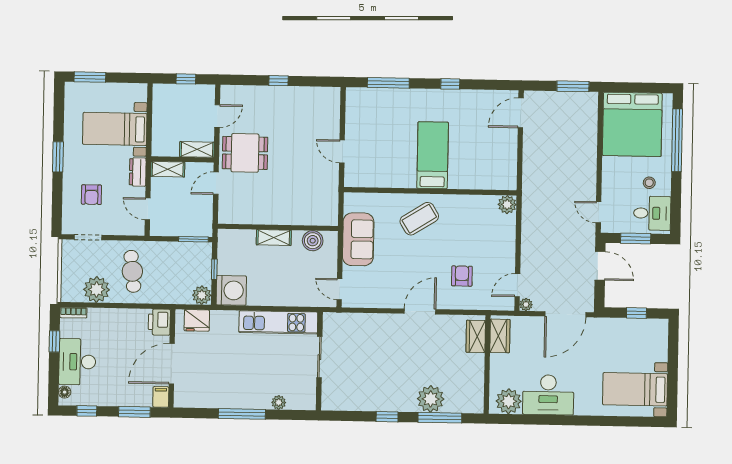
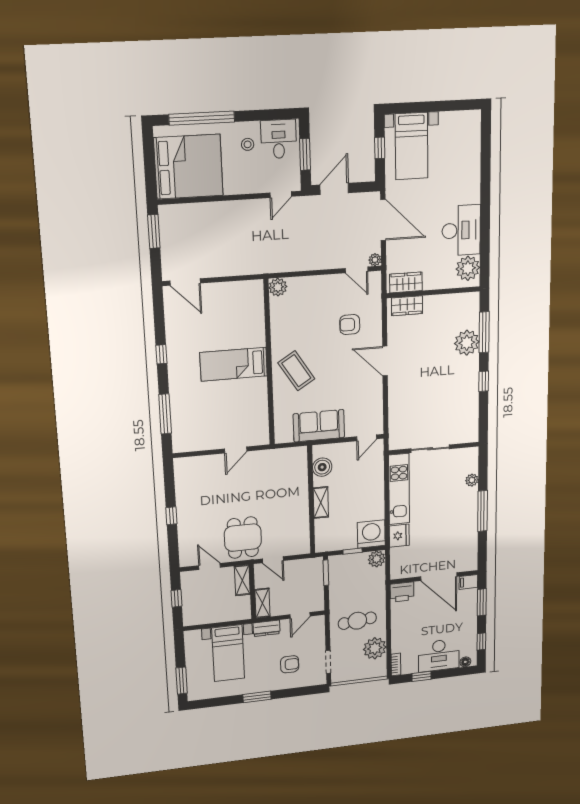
fridge: (197, 320) -> (399, 536), moved
bed with nightstands: (635, 389) -> (411, 146), moved

